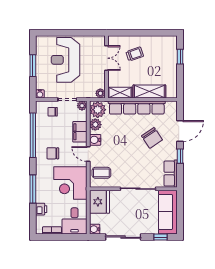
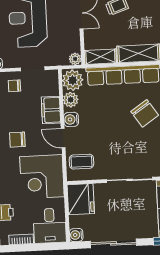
plant: (82, 106) -> (52, 76), removed

